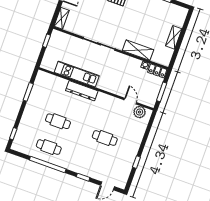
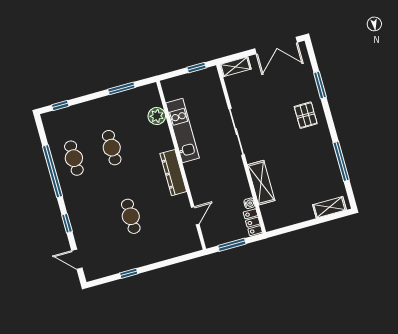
shelving: (174, 37) -> (329, 207), moved
dresser: (82, 91) -> (173, 173), moved
plant: (139, 112) -> (157, 116), moved

